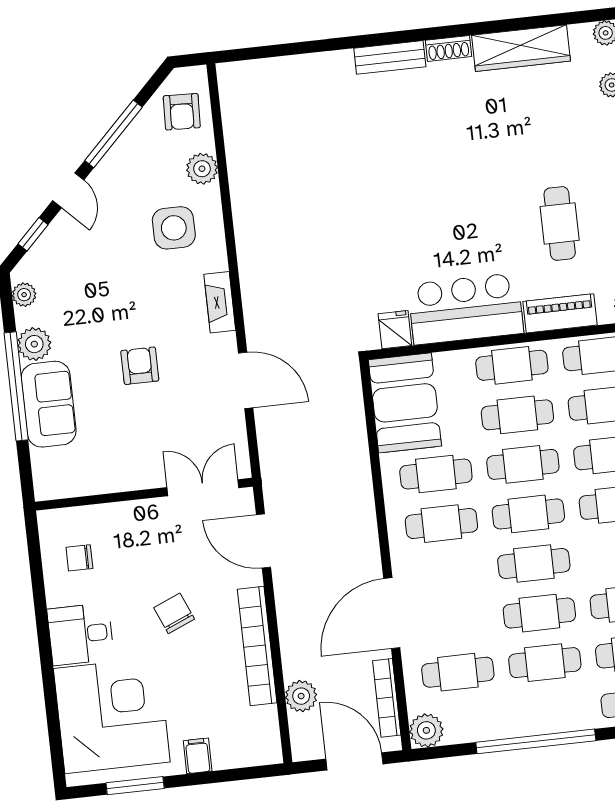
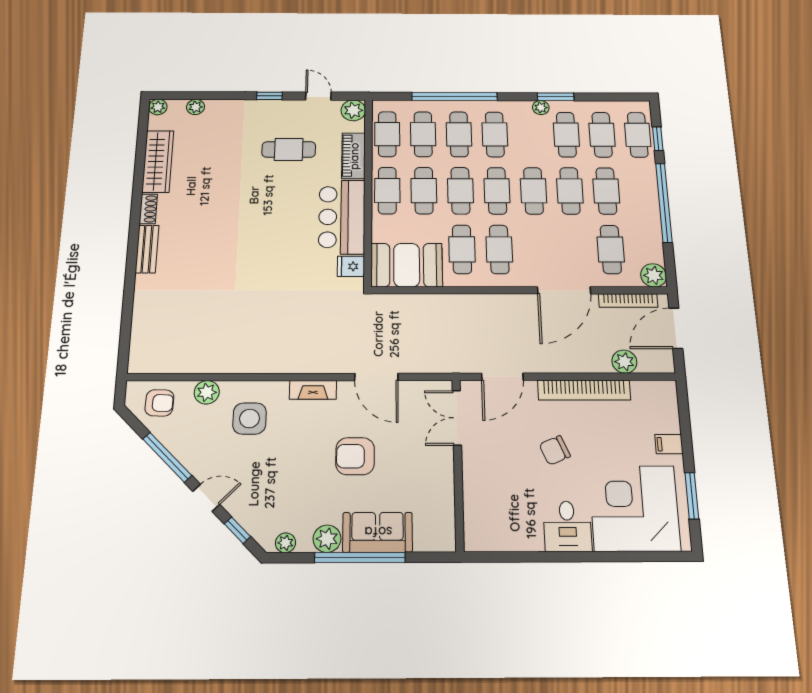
armchair: (140, 366) -> (355, 456), width x1.38, depth x1.38
door: (246, 380) -> (376, 377), swing flipped
chair: (79, 558) -> (505, 521), removed
door: (392, 613) -> (564, 290), hinge flipped

